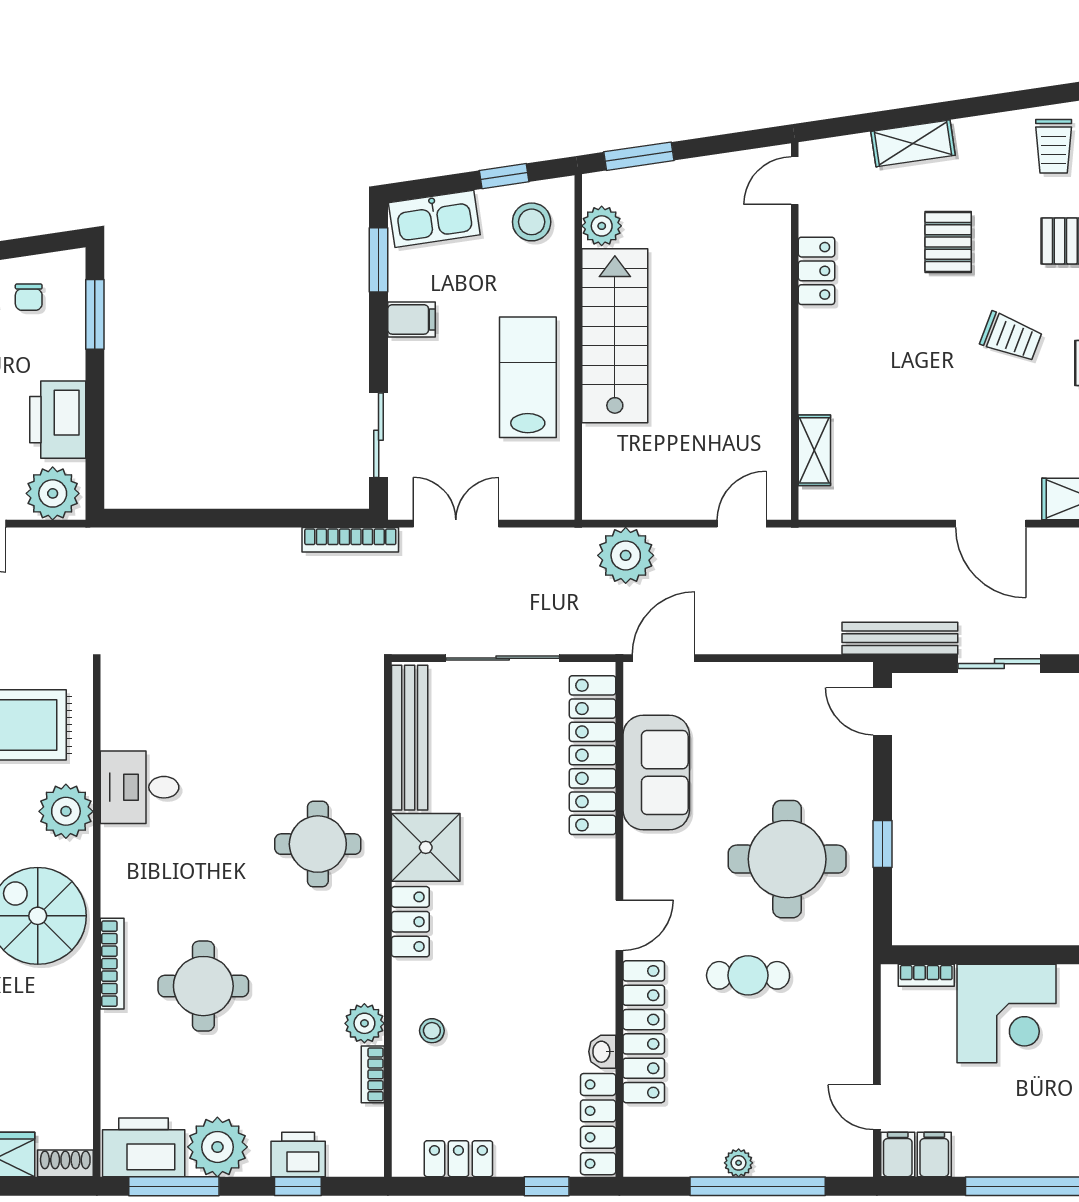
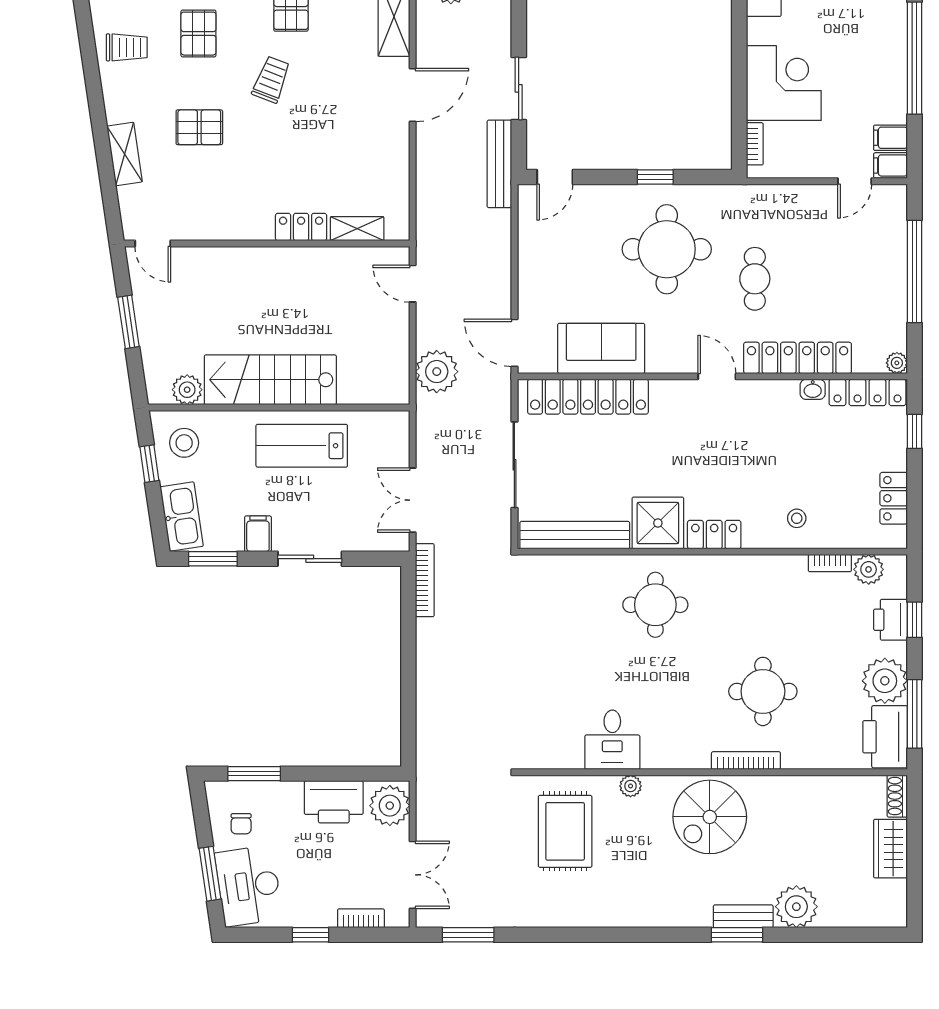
window: (639, 156) -> (128, 322), moved
locker: (816, 271) -> (301, 227), moved
chair: (29, 297) -> (241, 824), turned 90
sliding door: (379, 435) -> (310, 559), moved
plant: (66, 811) -> (631, 786), width x0.53, depth x0.53
plant: (364, 1023) -> (869, 569), moved
plant: (739, 1163) -> (897, 363), moved

